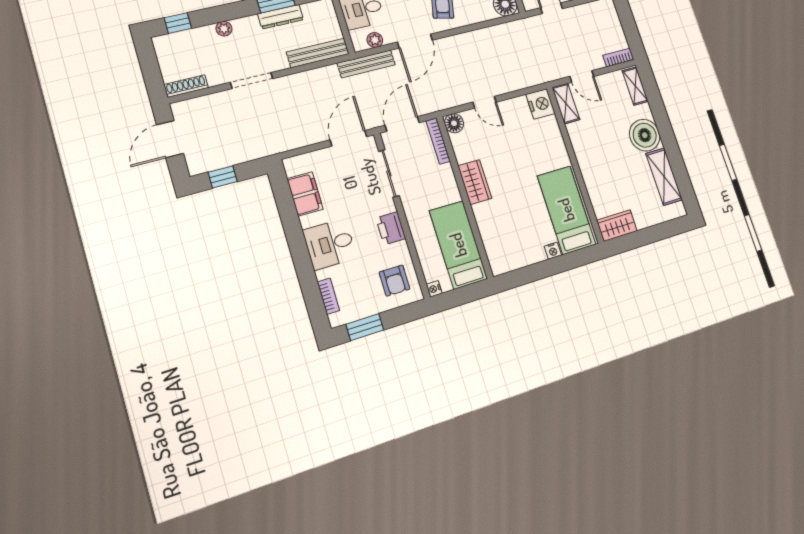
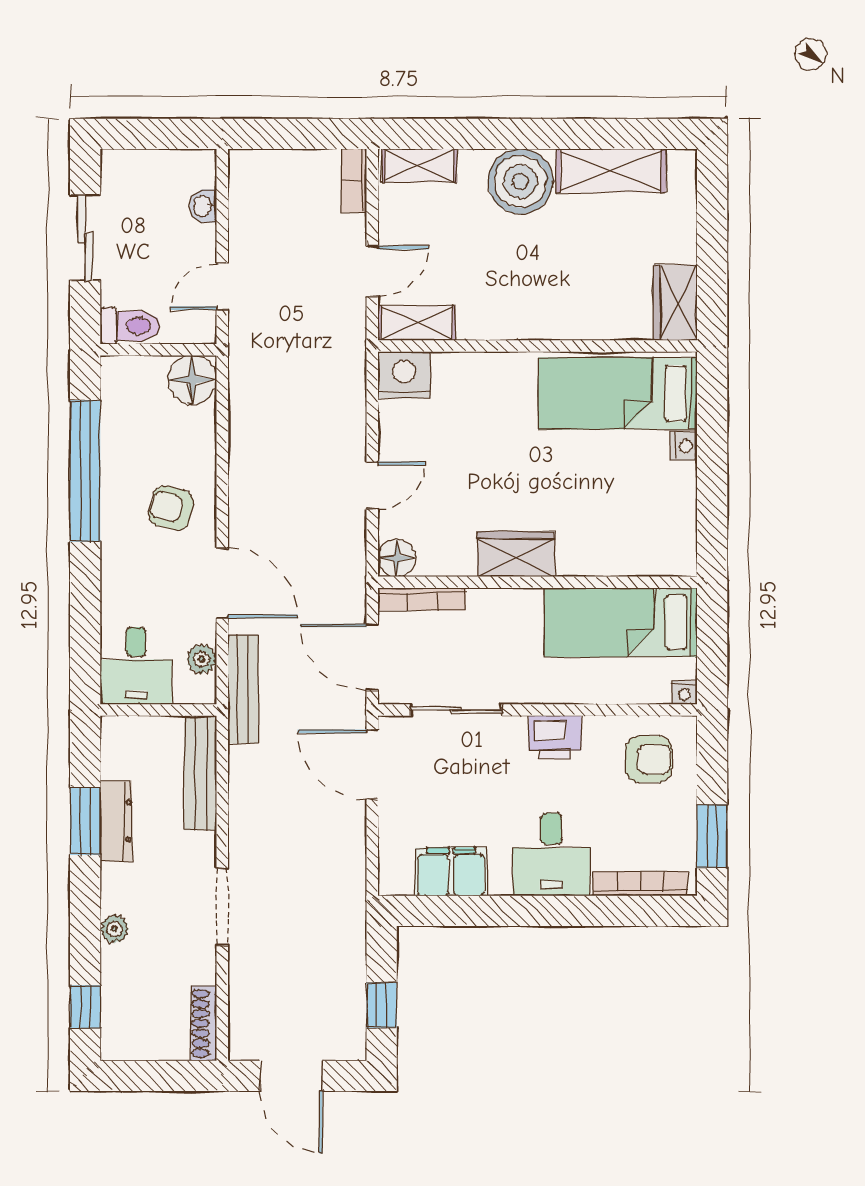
bookcase: (328, 296) -> (640, 884), width x1.56

